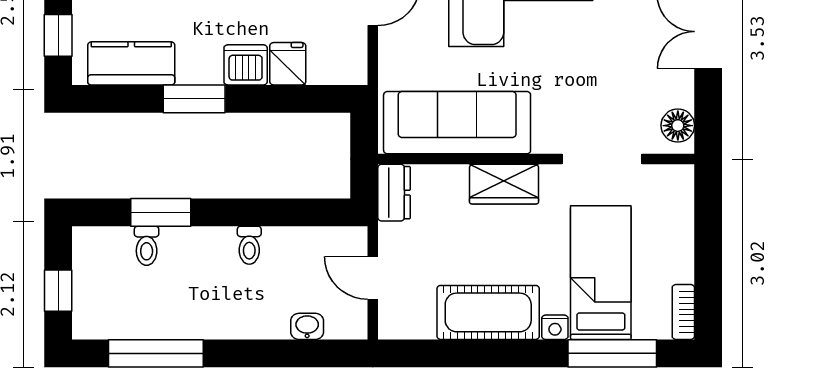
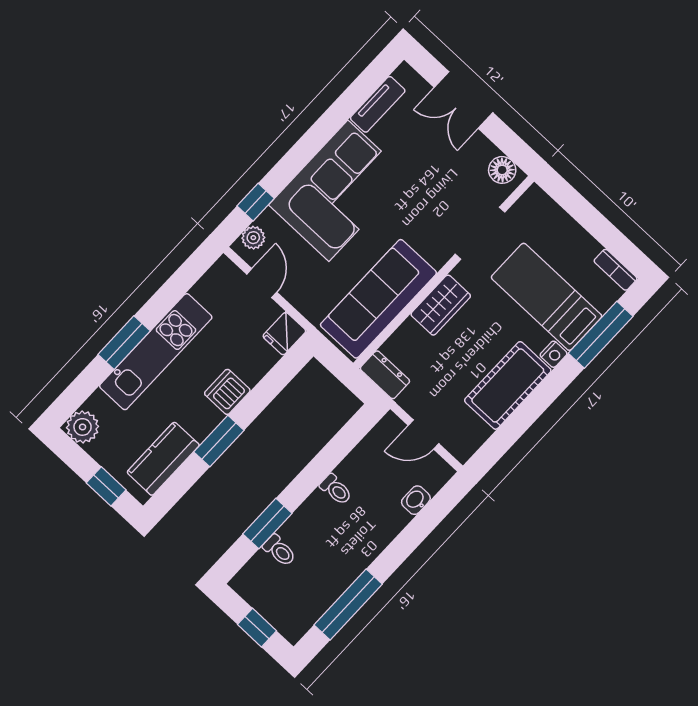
fridge: (288, 64) -> (284, 334), moved, turned -90

